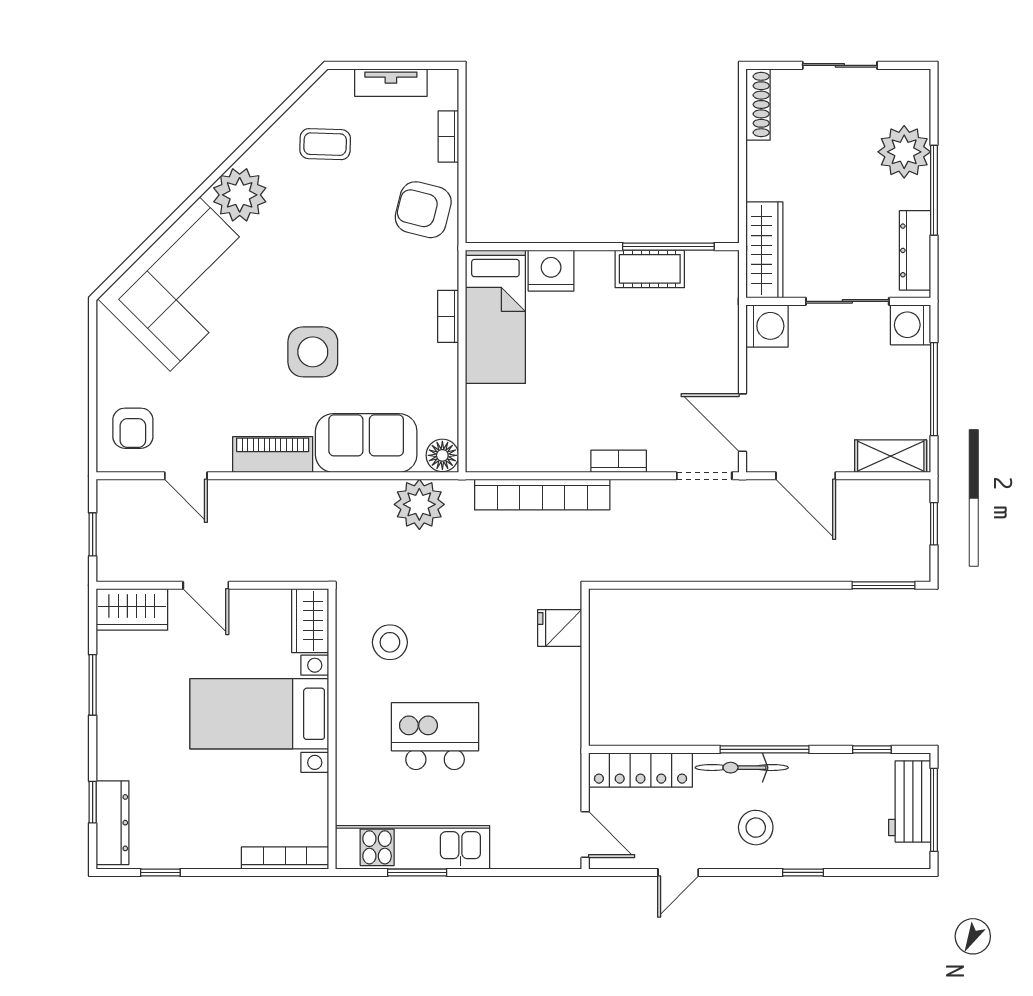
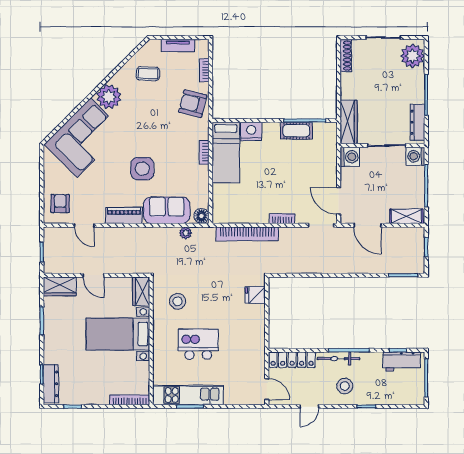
plant: (904, 152) -> (413, 56), moved
armchair: (133, 428) -> (60, 203), turned 180
plant: (419, 504) -> (186, 233), width x0.53, depth x0.53
workbench: (910, 801) -> (402, 361), moved, turned -90

